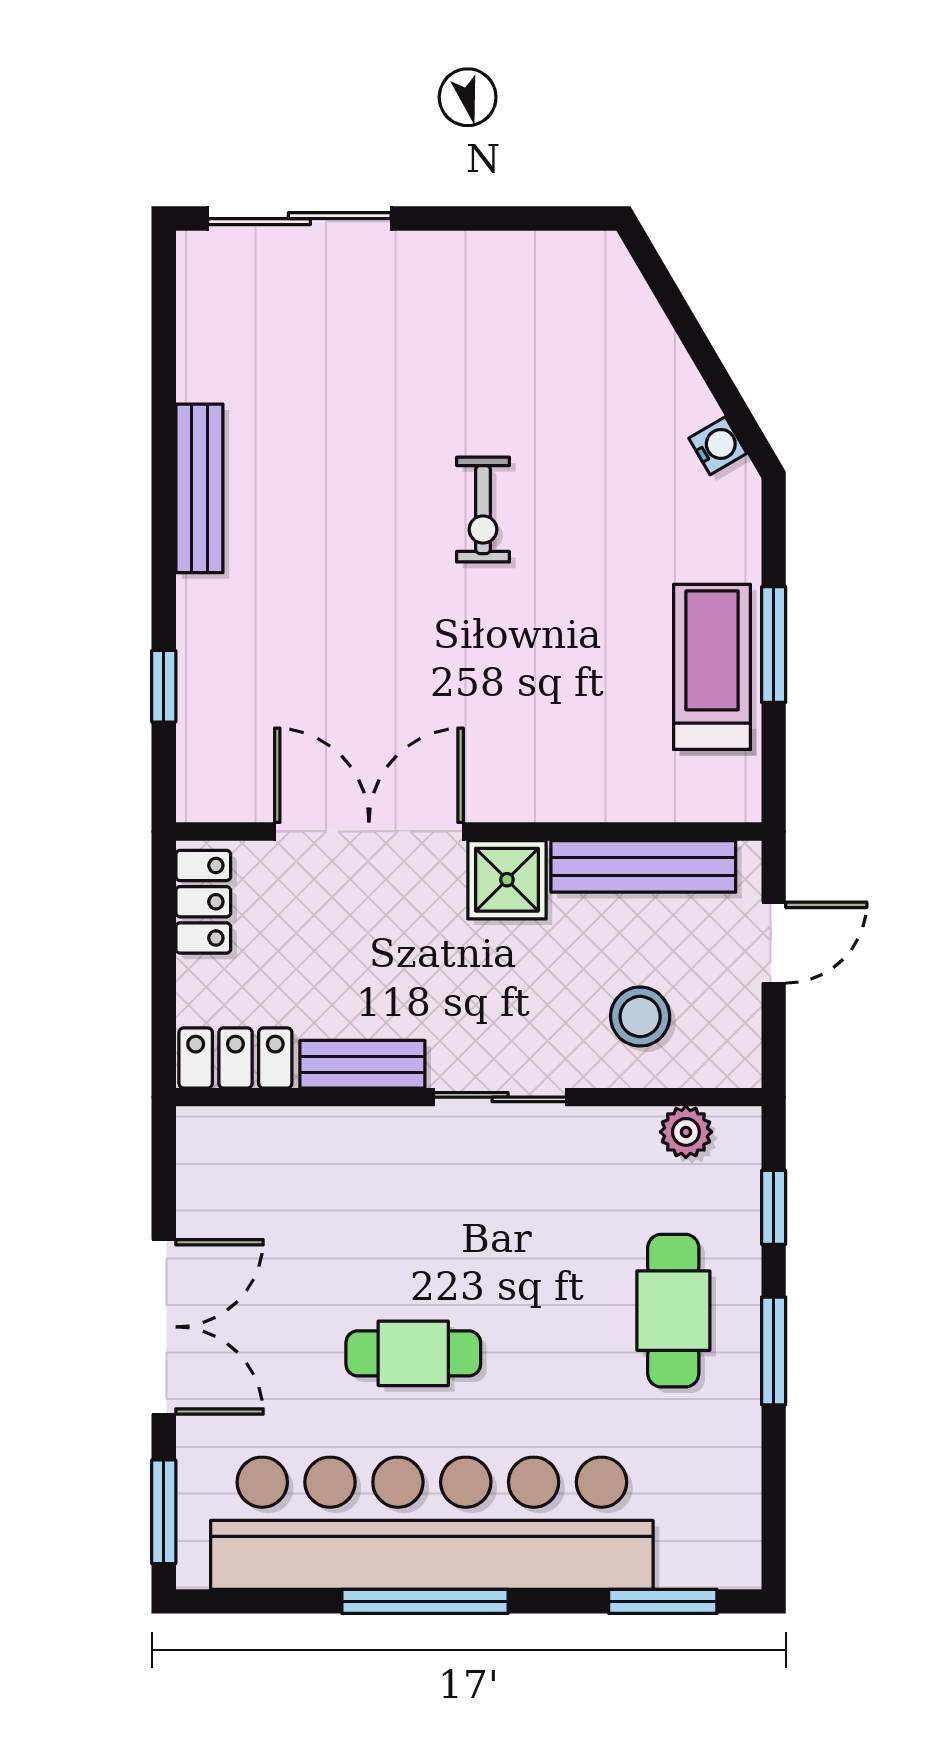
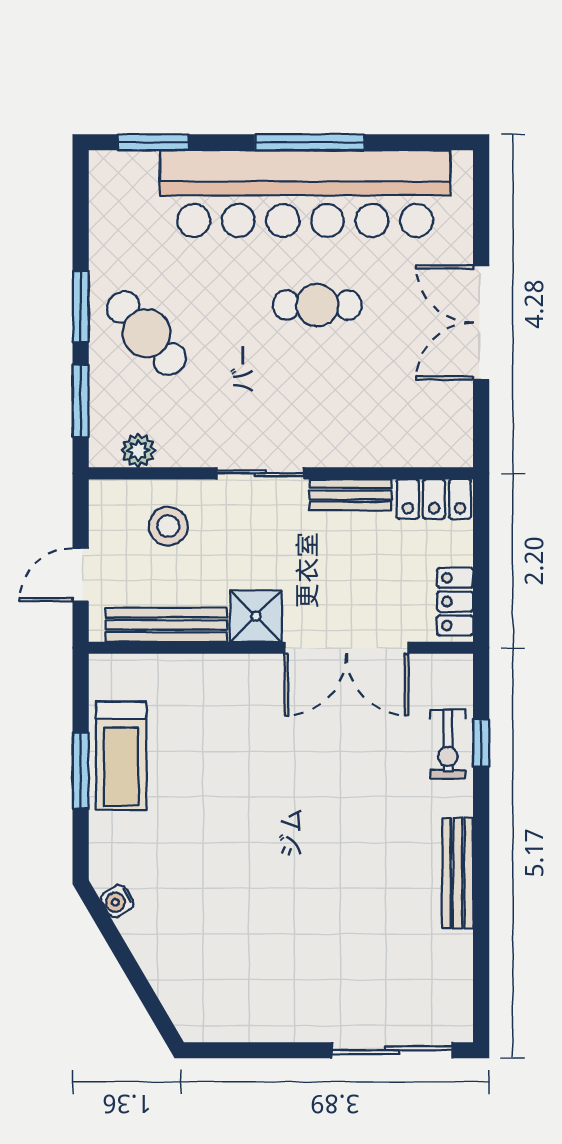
exercise bike: (483, 510) -> (448, 744), moved, turned 180
window: (774, 1207) -> (81, 401), width x1.50
cafe table: (673, 1311) -> (146, 333), turned -42
window: (164, 1512) -> (481, 201), removed

